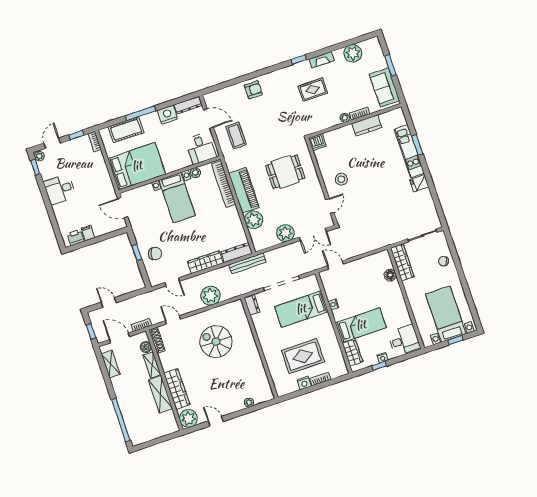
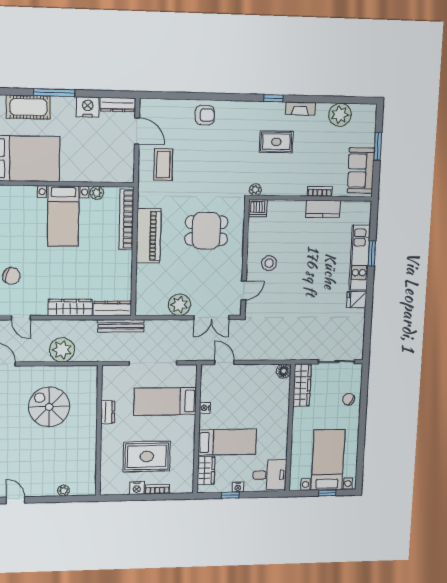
plant: (345, 118) -> (255, 190), moved
desk: (201, 148) -> (114, 165), removed
plant: (254, 220) -> (147, 276), removed
floor lamp: (390, 275) -> (284, 371), moved
dresser: (252, 305) -> (108, 412), moved

